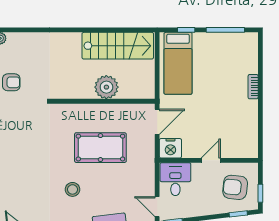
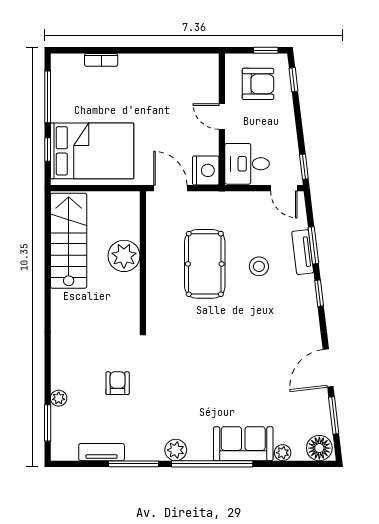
bed: (178, 63) -> (92, 151), width x1.50
bookcase: (253, 87) -> (101, 60), moved
armchair: (235, 187) -> (258, 84), turned -96
stool: (73, 189) -> (259, 266), moved
door: (157, 207) -> (284, 188), hinge flipped

